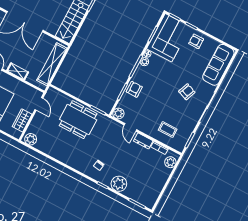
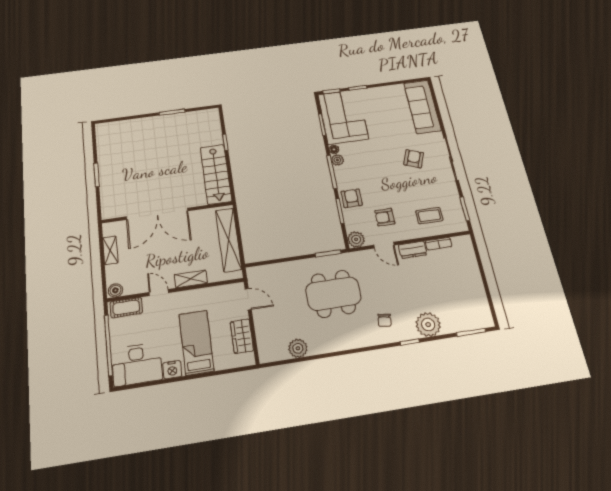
armchair: (196, 41) -> (385, 217), moved
dining table: (78, 120) -> (333, 294), moved
plant: (31, 139) -> (298, 348), moved
plant: (170, 162) -> (466, 251), removed

